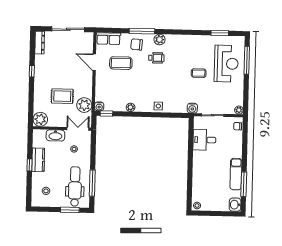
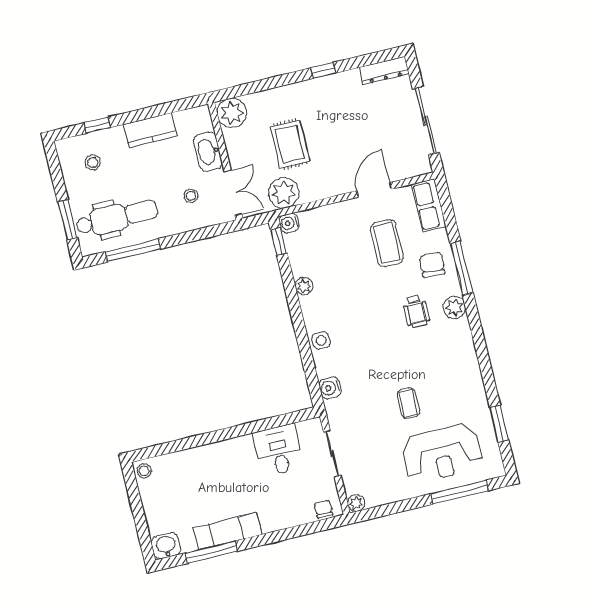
water cooler: (192, 108) -> (330, 388), moved
window: (30, 165) -> (97, 125), moved

